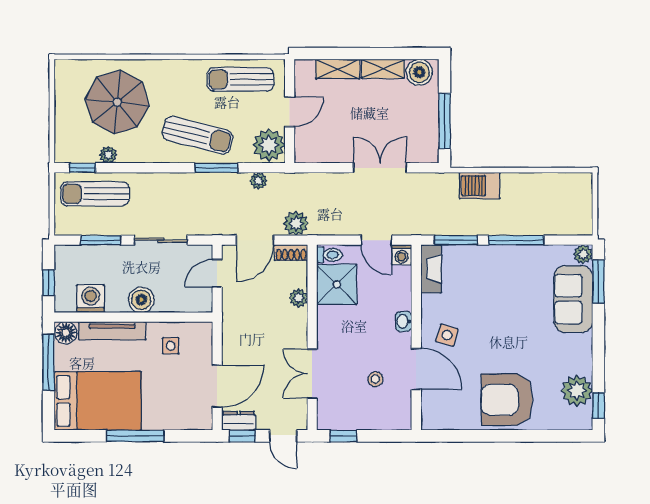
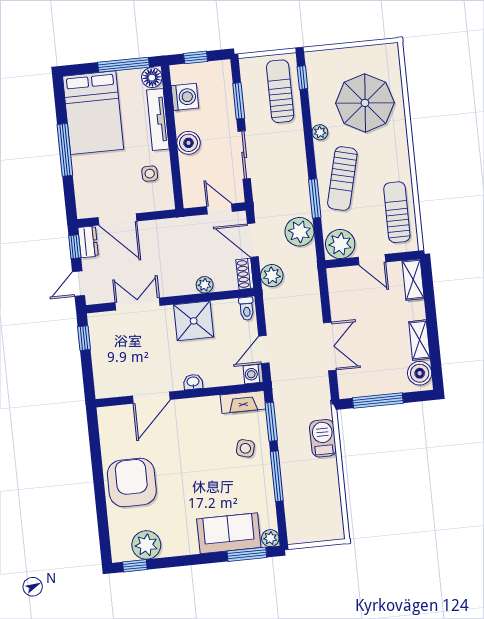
shelving: (338, 69) -> (413, 280), moved
plant: (108, 155) -> (320, 132), moved
plant: (258, 181) -> (299, 232), width x1.88, depth x1.88
shower: (337, 284) -> (194, 321), moved
side table: (447, 335) -> (245, 448), moved
stool: (375, 379) -> (138, 362), removed

